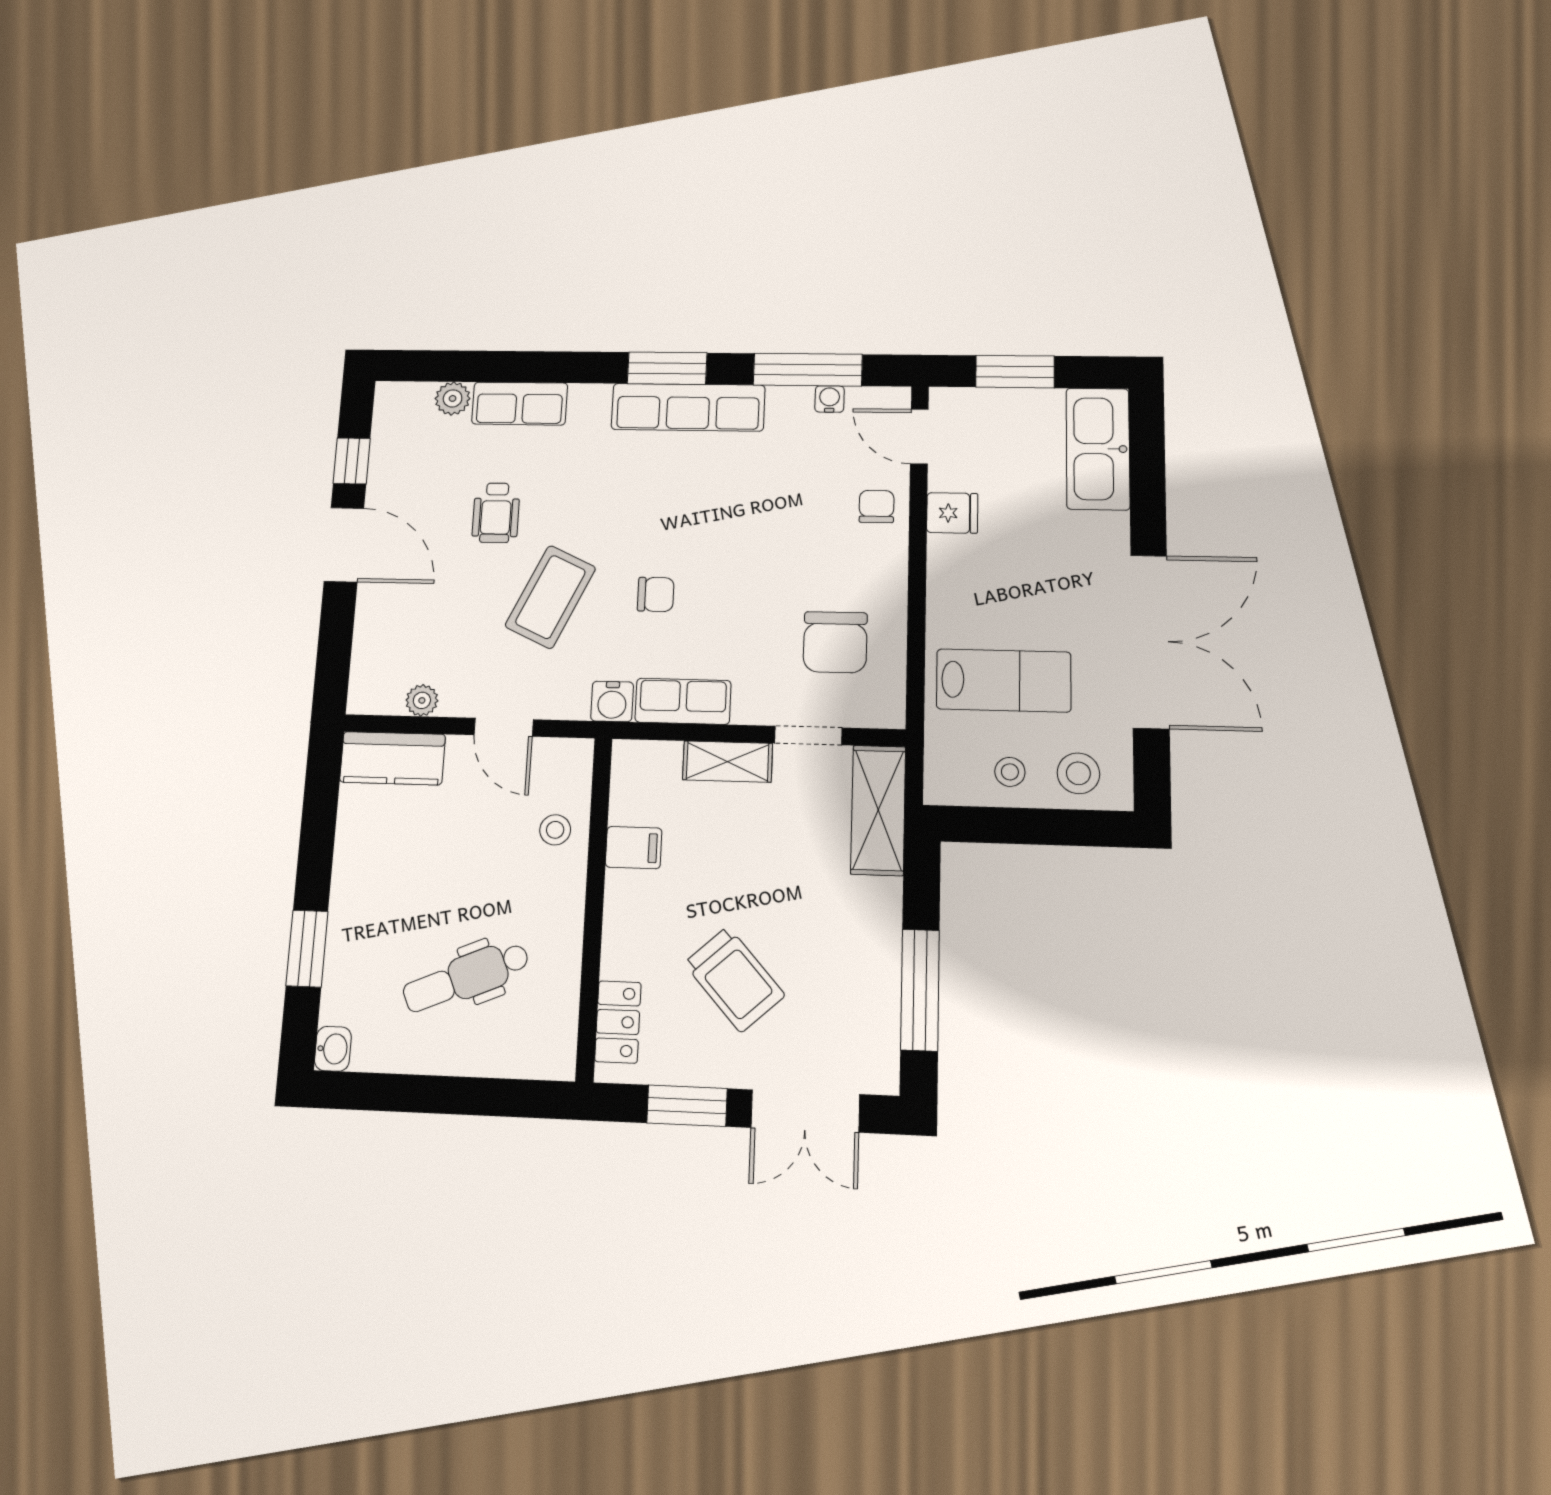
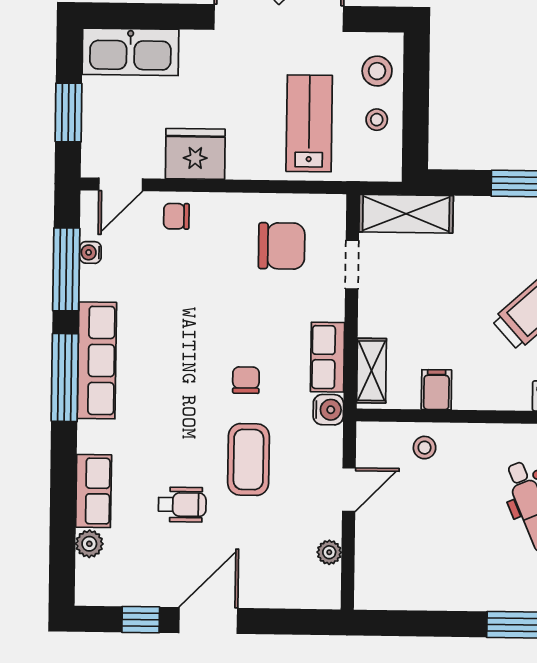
window: (667, 368) -> (65, 378), width x1.44
fridge: (952, 513) -> (195, 154), width x1.88, depth x1.34
coffee table: (550, 597) -> (248, 460), turned 65
kitchen counter: (392, 758) -> (373, 572), removed
shelving: (728, 762) -> (372, 371), moved

